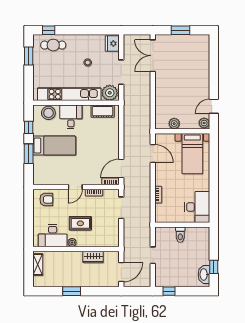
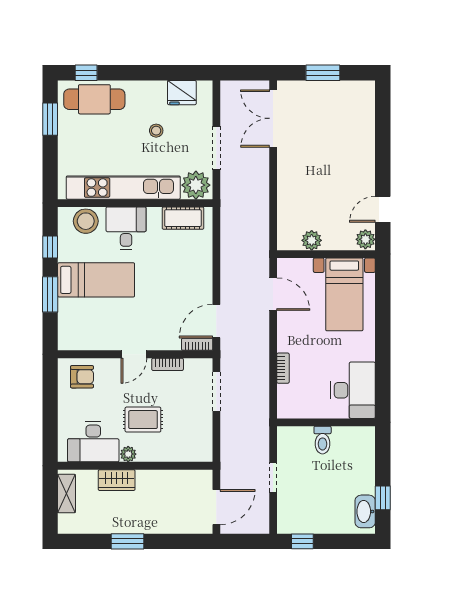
fridge: (112, 44) -> (182, 93), moved, turned -90
cafe table: (53, 45) -> (94, 99), width x1.37, depth x1.35
wardrobe: (93, 257) -> (117, 480), moved

